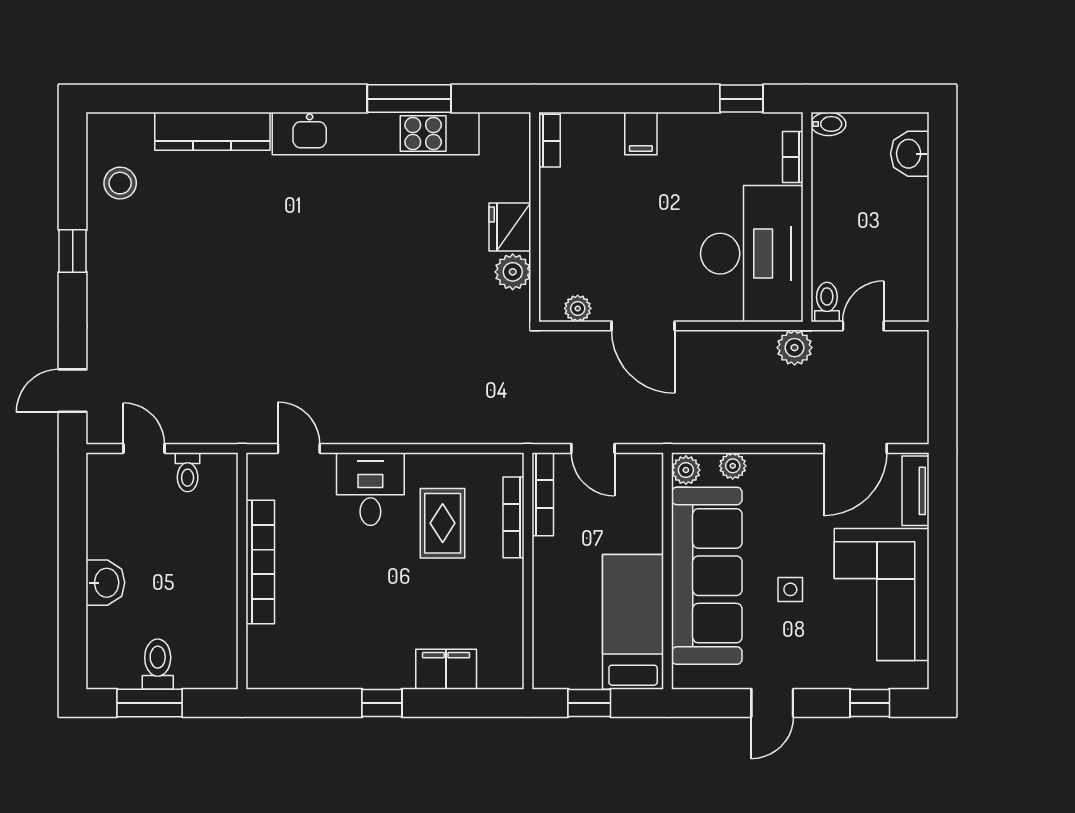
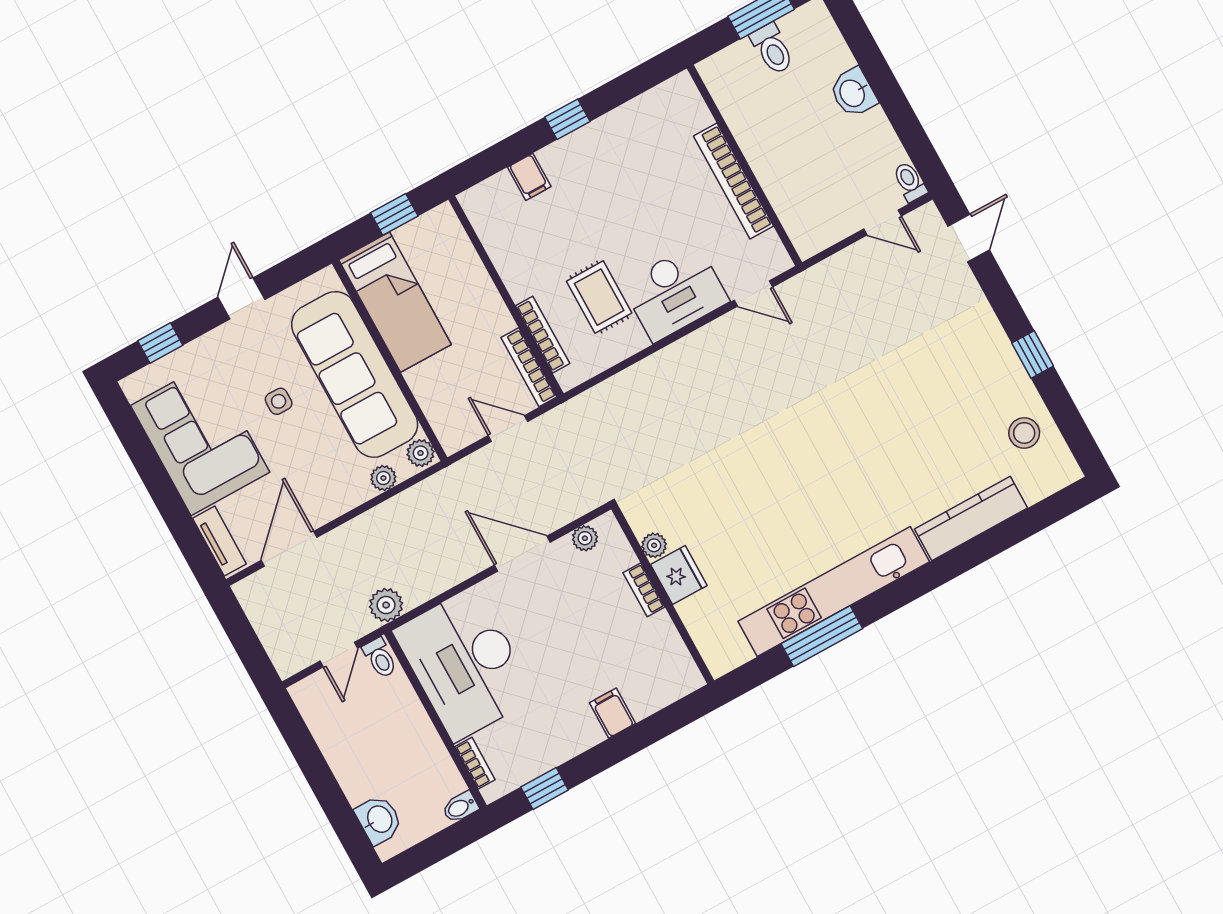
bookcase: (549, 141) -> (644, 590), moved
plant: (513, 272) -> (654, 545), width x0.73, depth x0.73
toilet: (188, 472) -> (910, 182), moved
desk: (370, 489) -> (675, 293), width x1.37
filing cabinet: (446, 669) -> (529, 177), width x0.50

